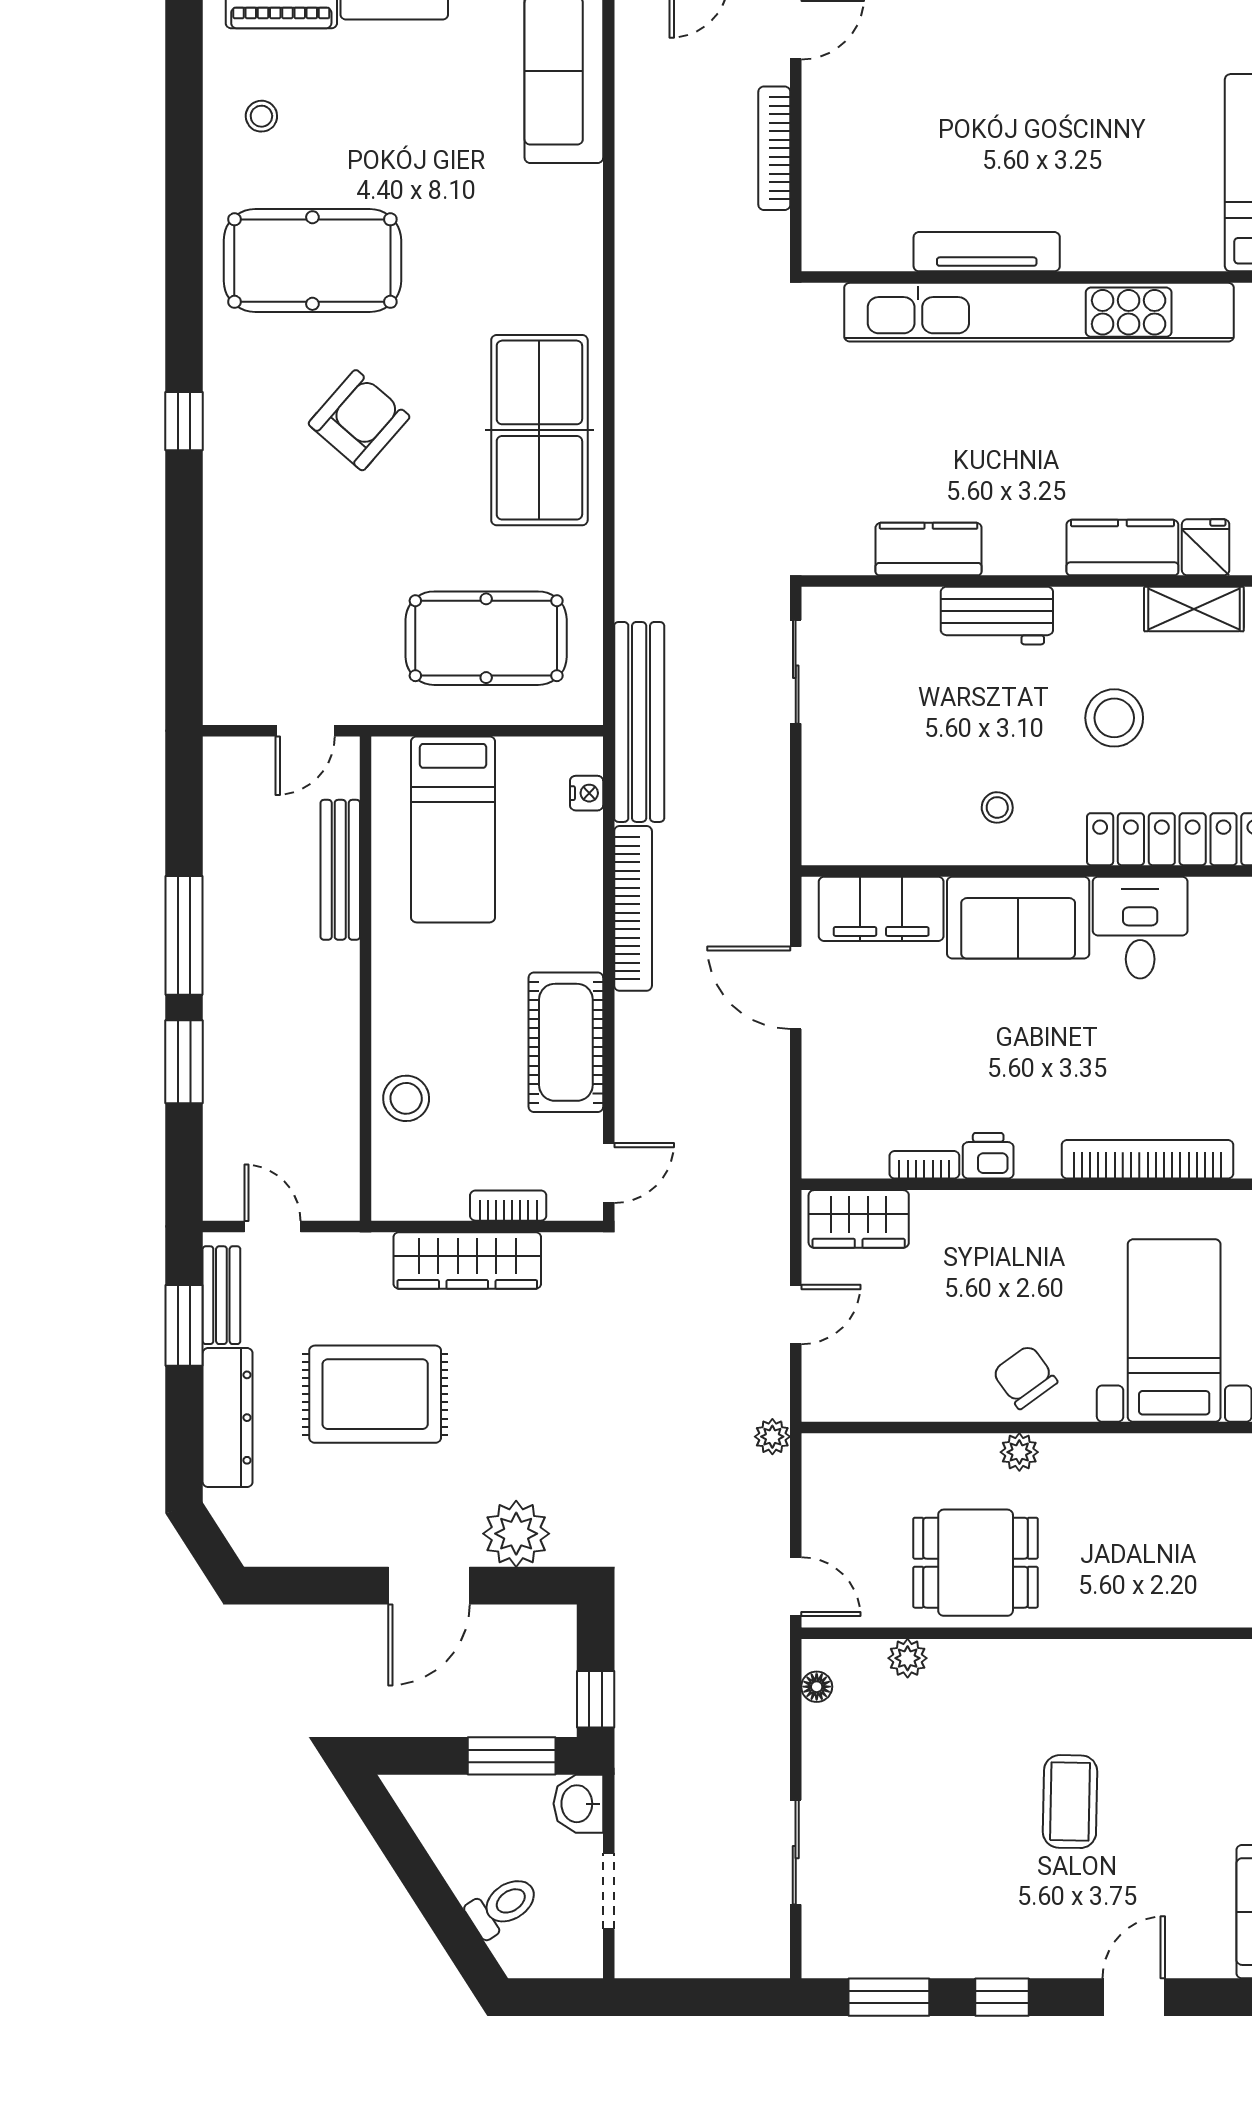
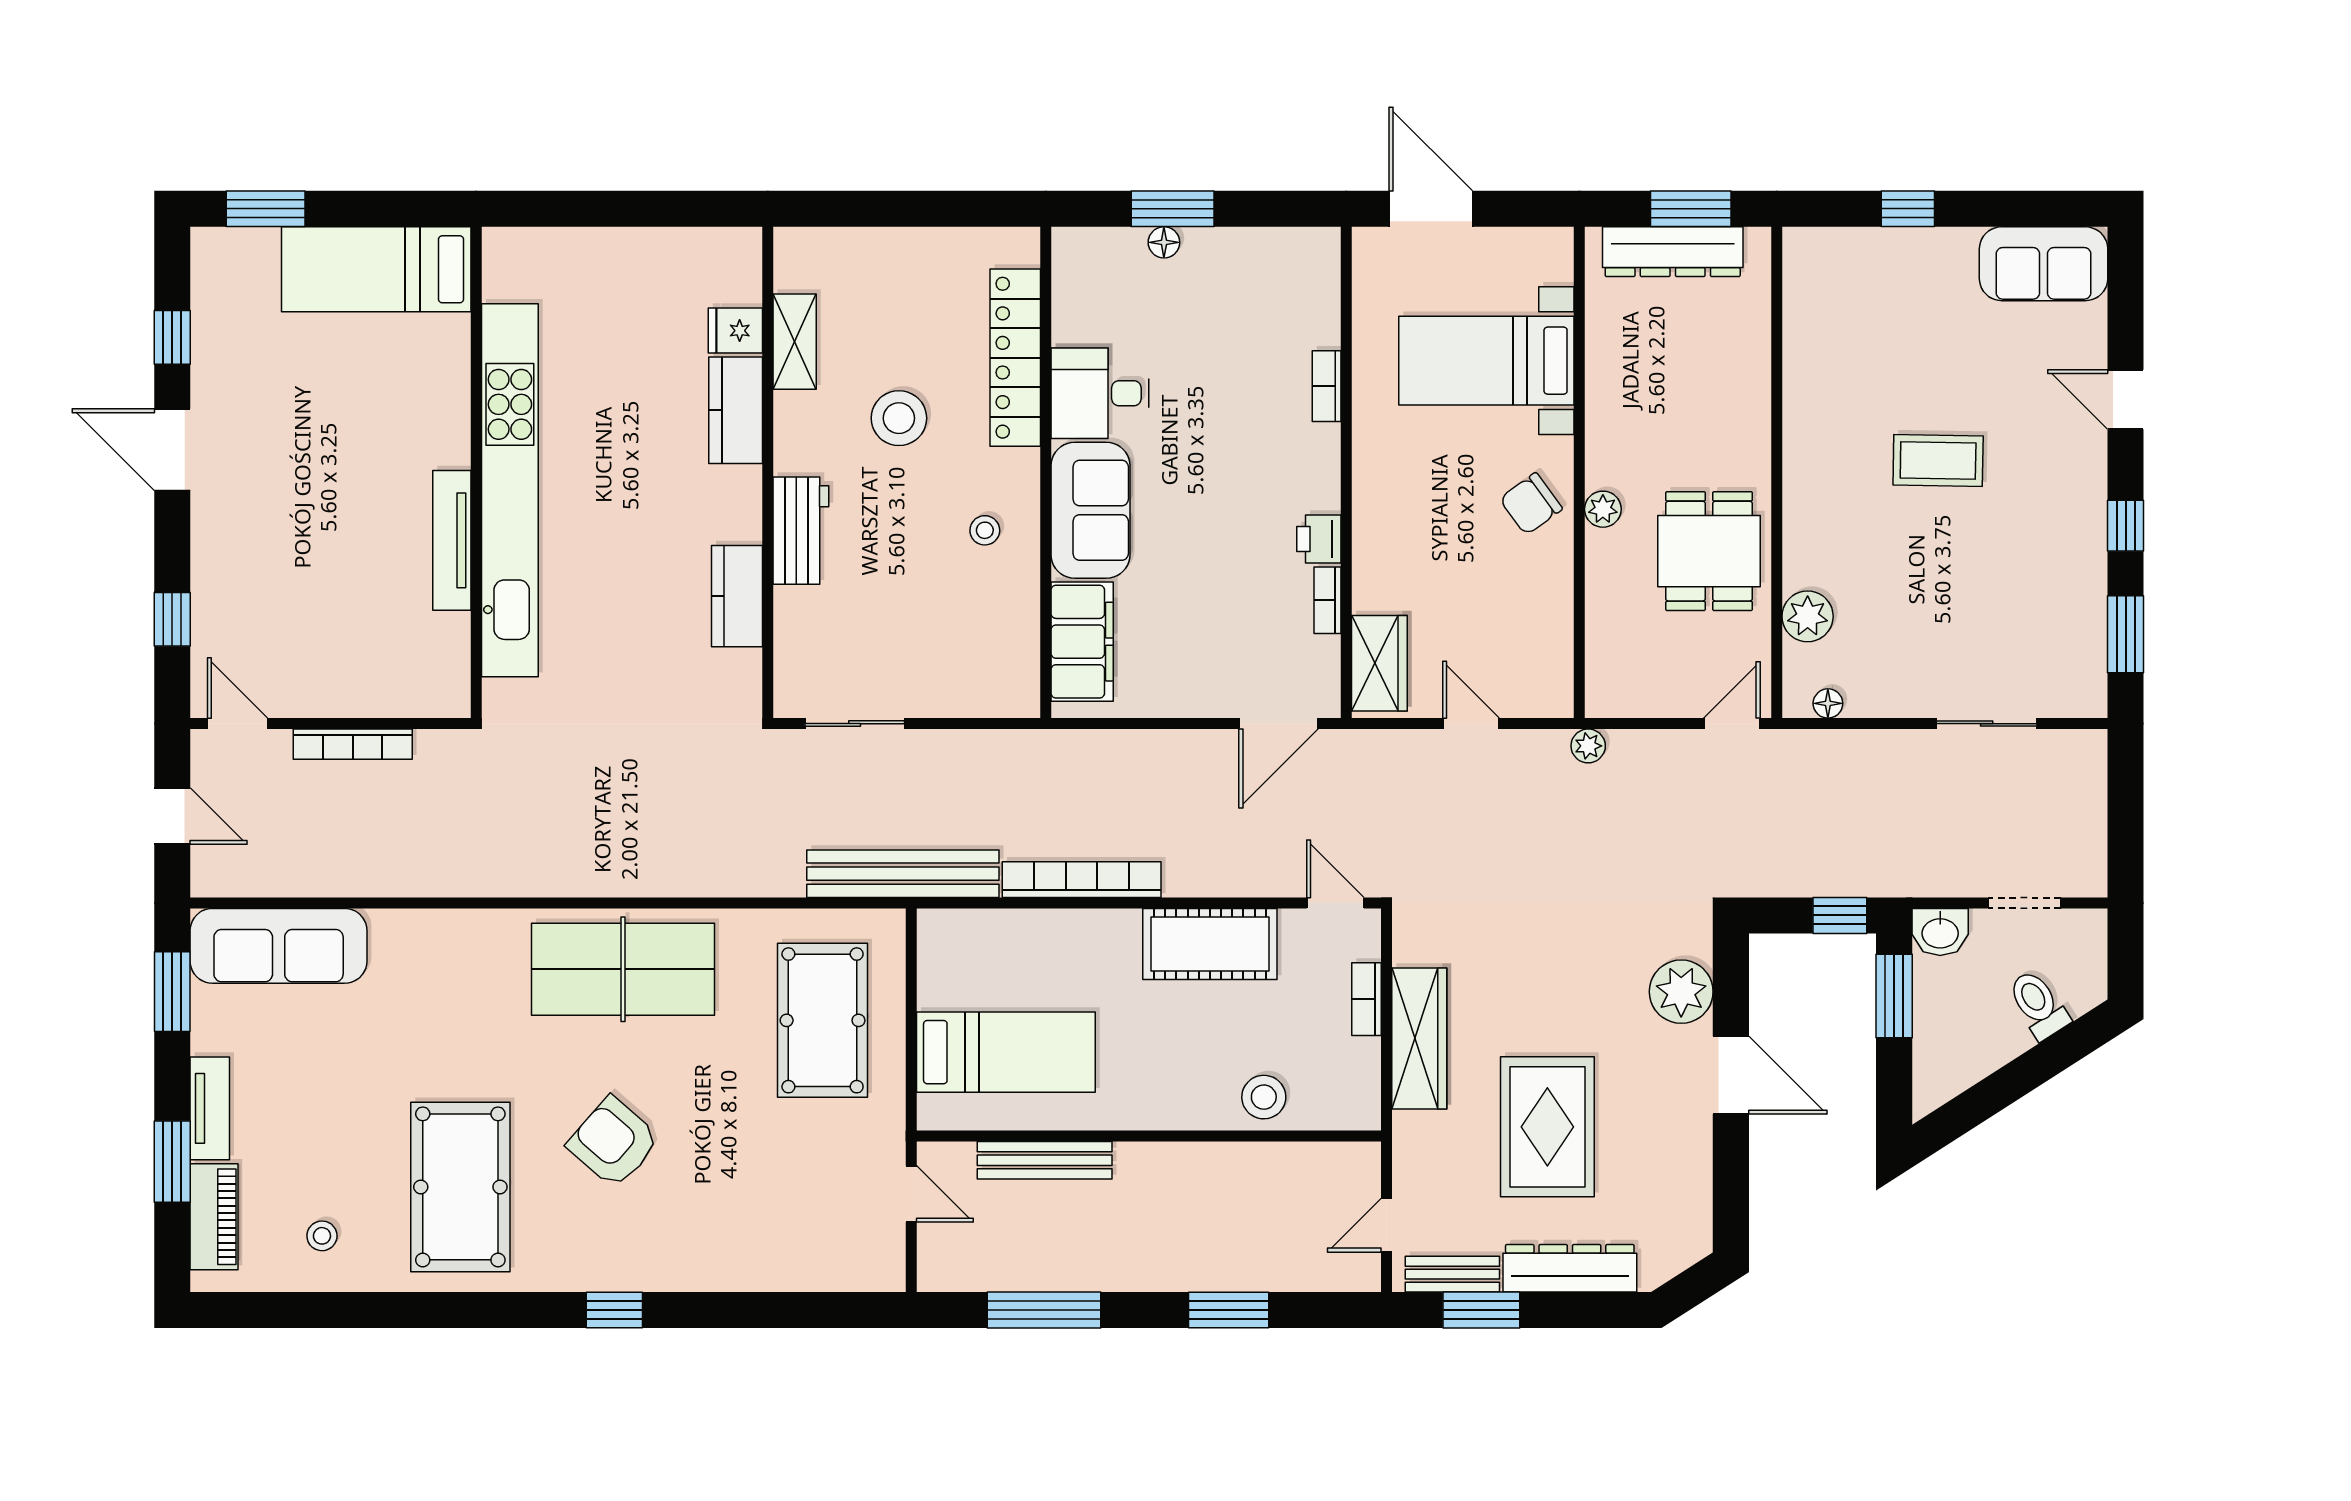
nightstand: (587, 793) -> (971, 924), removed
window: (184, 935) -> (1044, 1310), moved
door: (796, 988) -> (1279, 724), moved
bookcase: (1148, 1159) -> (1327, 386), width x0.43, depth x0.76
plant: (908, 1658) -> (1808, 616), width x1.38, depth x1.38

